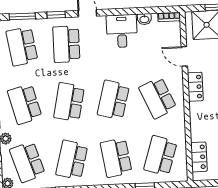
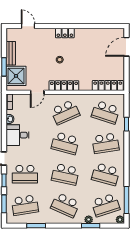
locker: (195, 87) -> (64, 86), width x1.53
school desk: (25, 104) -> (65, 205), turned 39
locker: (199, 157) -> (108, 86), width x1.53

